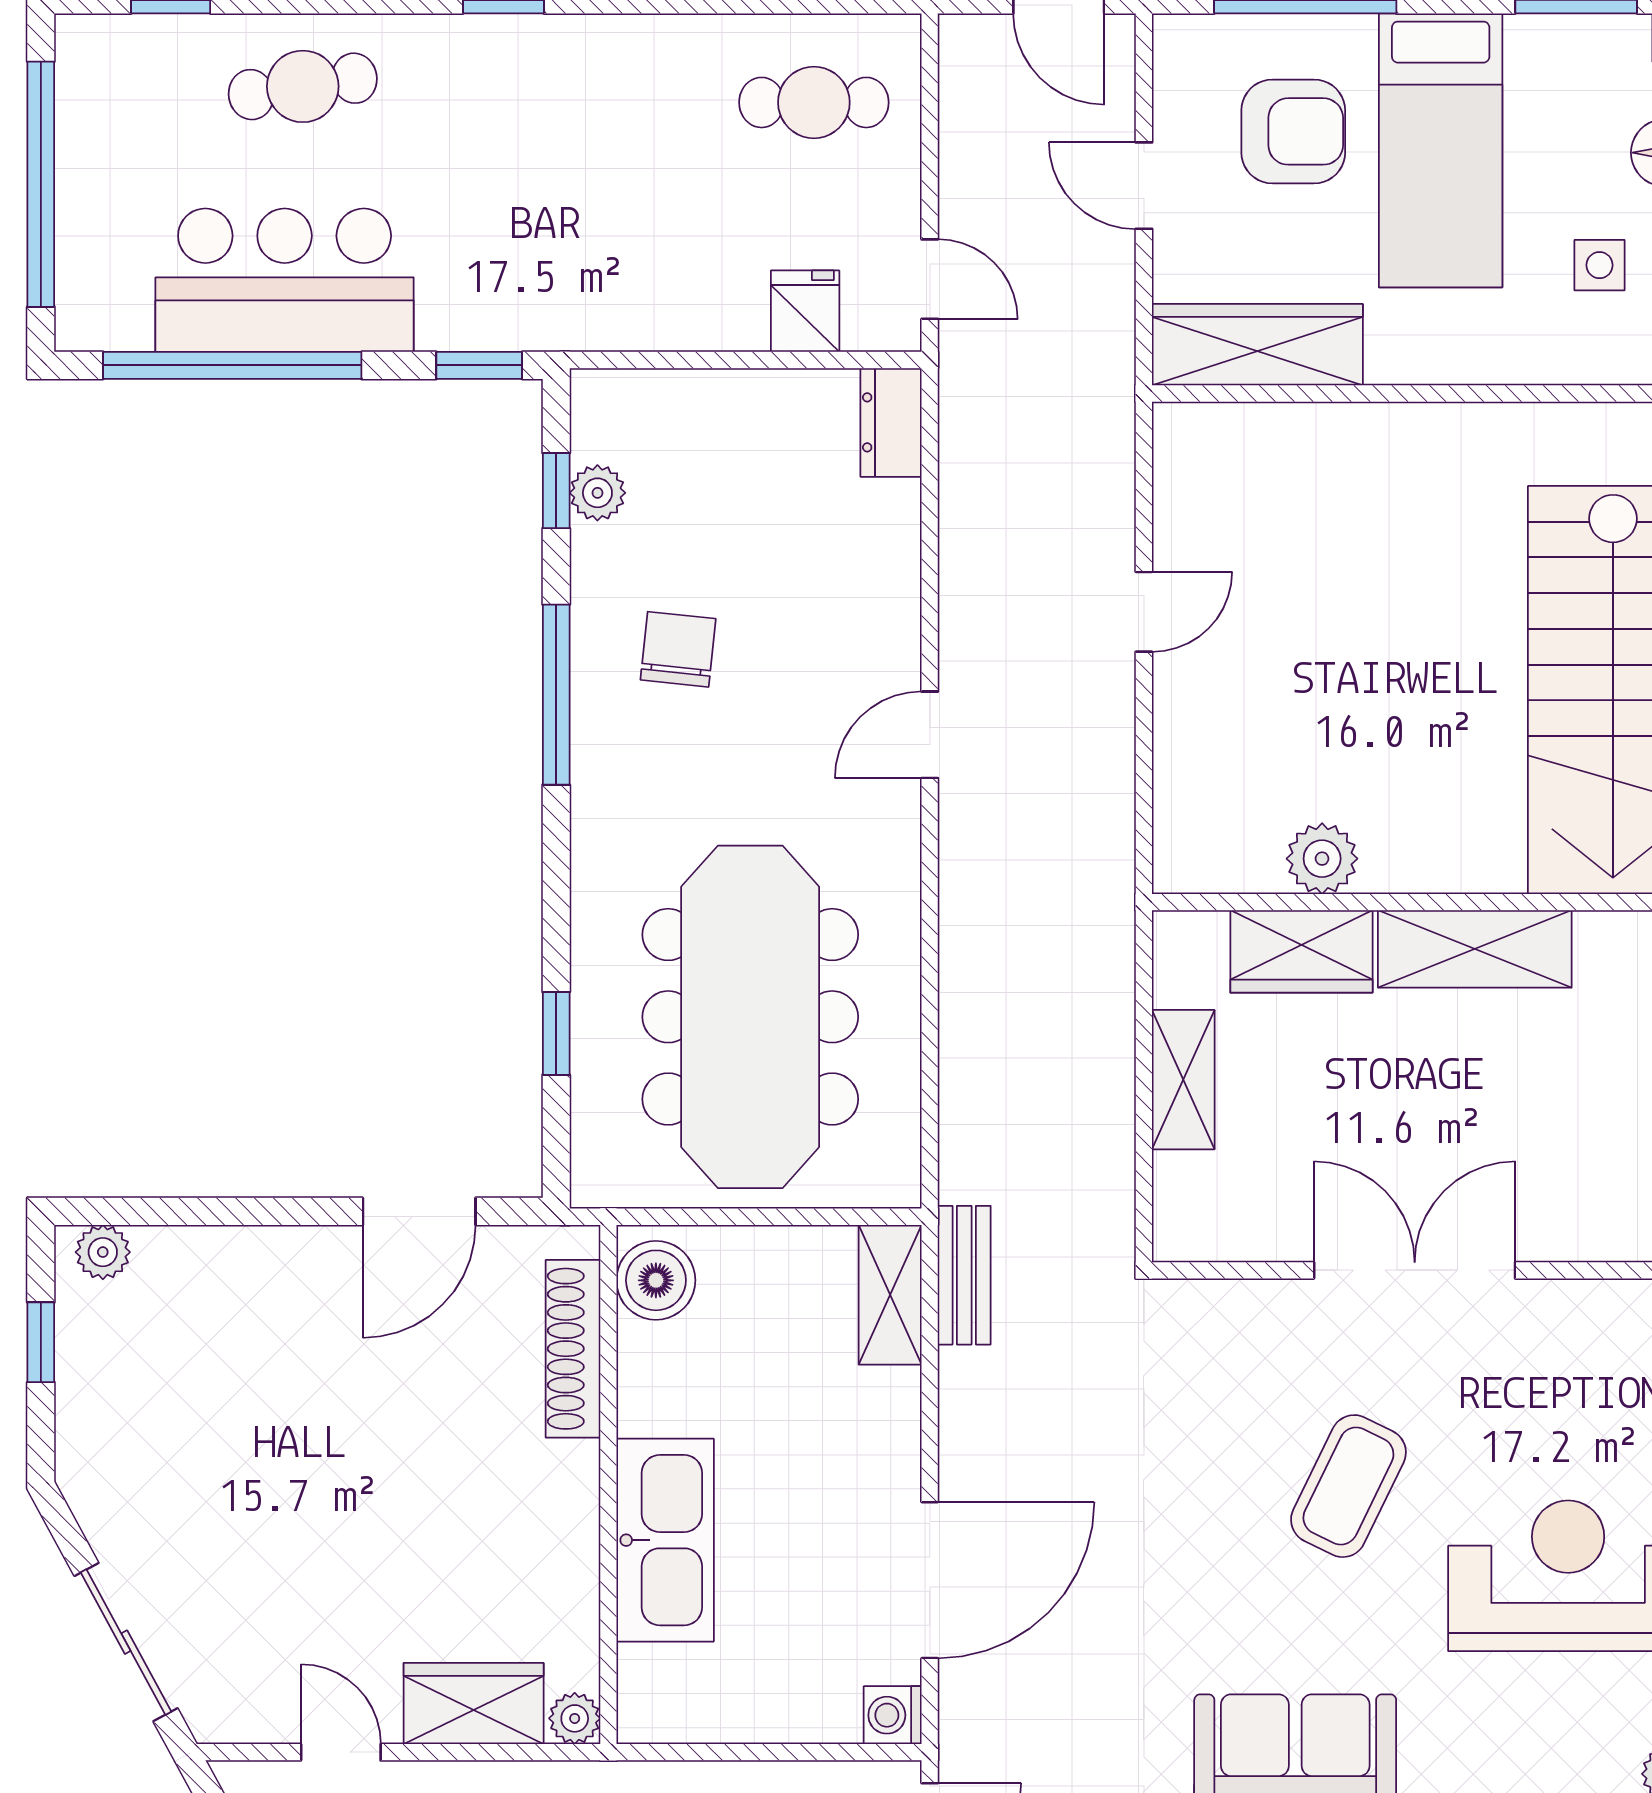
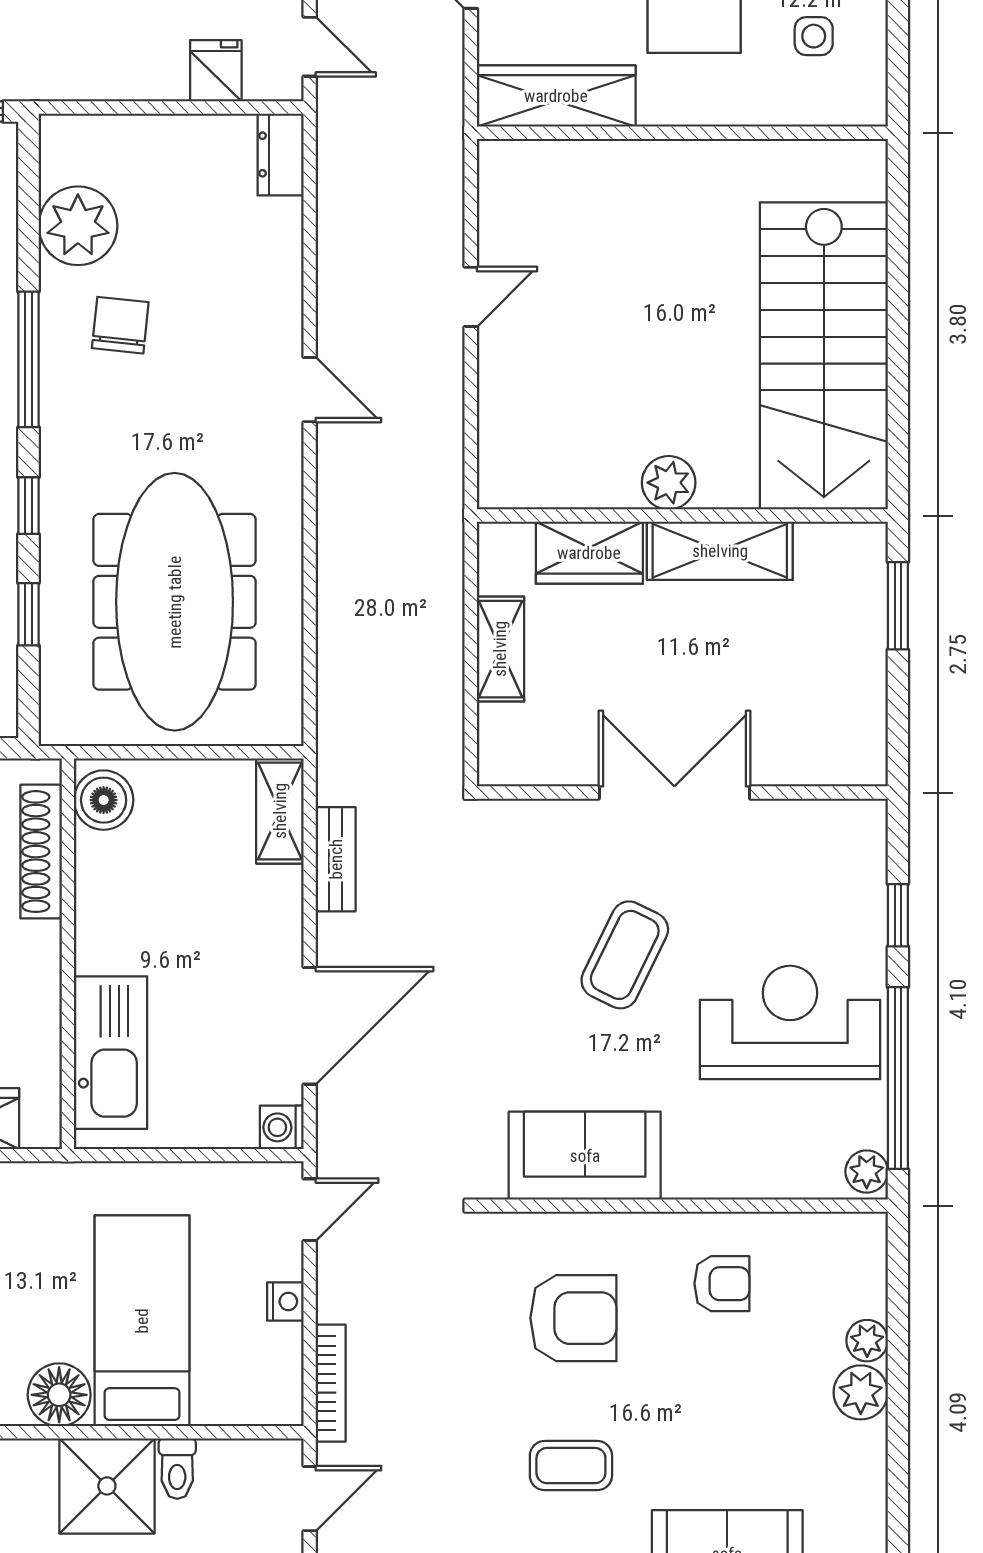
window: (556, 491) -> (29, 506), moved
plant: (597, 493) -> (78, 226), width x1.87, depth x1.87
door: (930, 735) -> (310, 390), swing flipped
plant: (1322, 859) -> (669, 483), moved
bench: (964, 1275) -> (336, 859), moved
kitchen sink: (665, 1540) -> (111, 1053), moved
plant: (575, 1718) -> (42, 1130), removed

